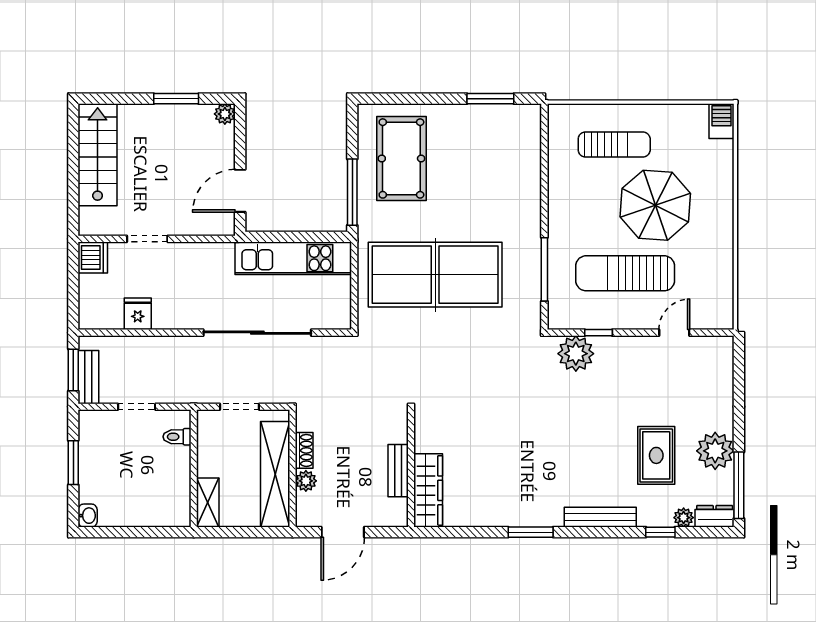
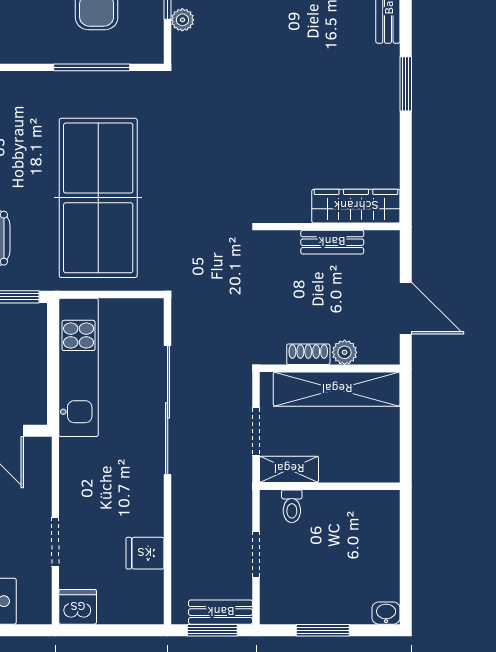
plant: (576, 354) -> (182, 20), width x0.53, depth x0.53
shelving: (208, 503) -> (289, 469), moved

